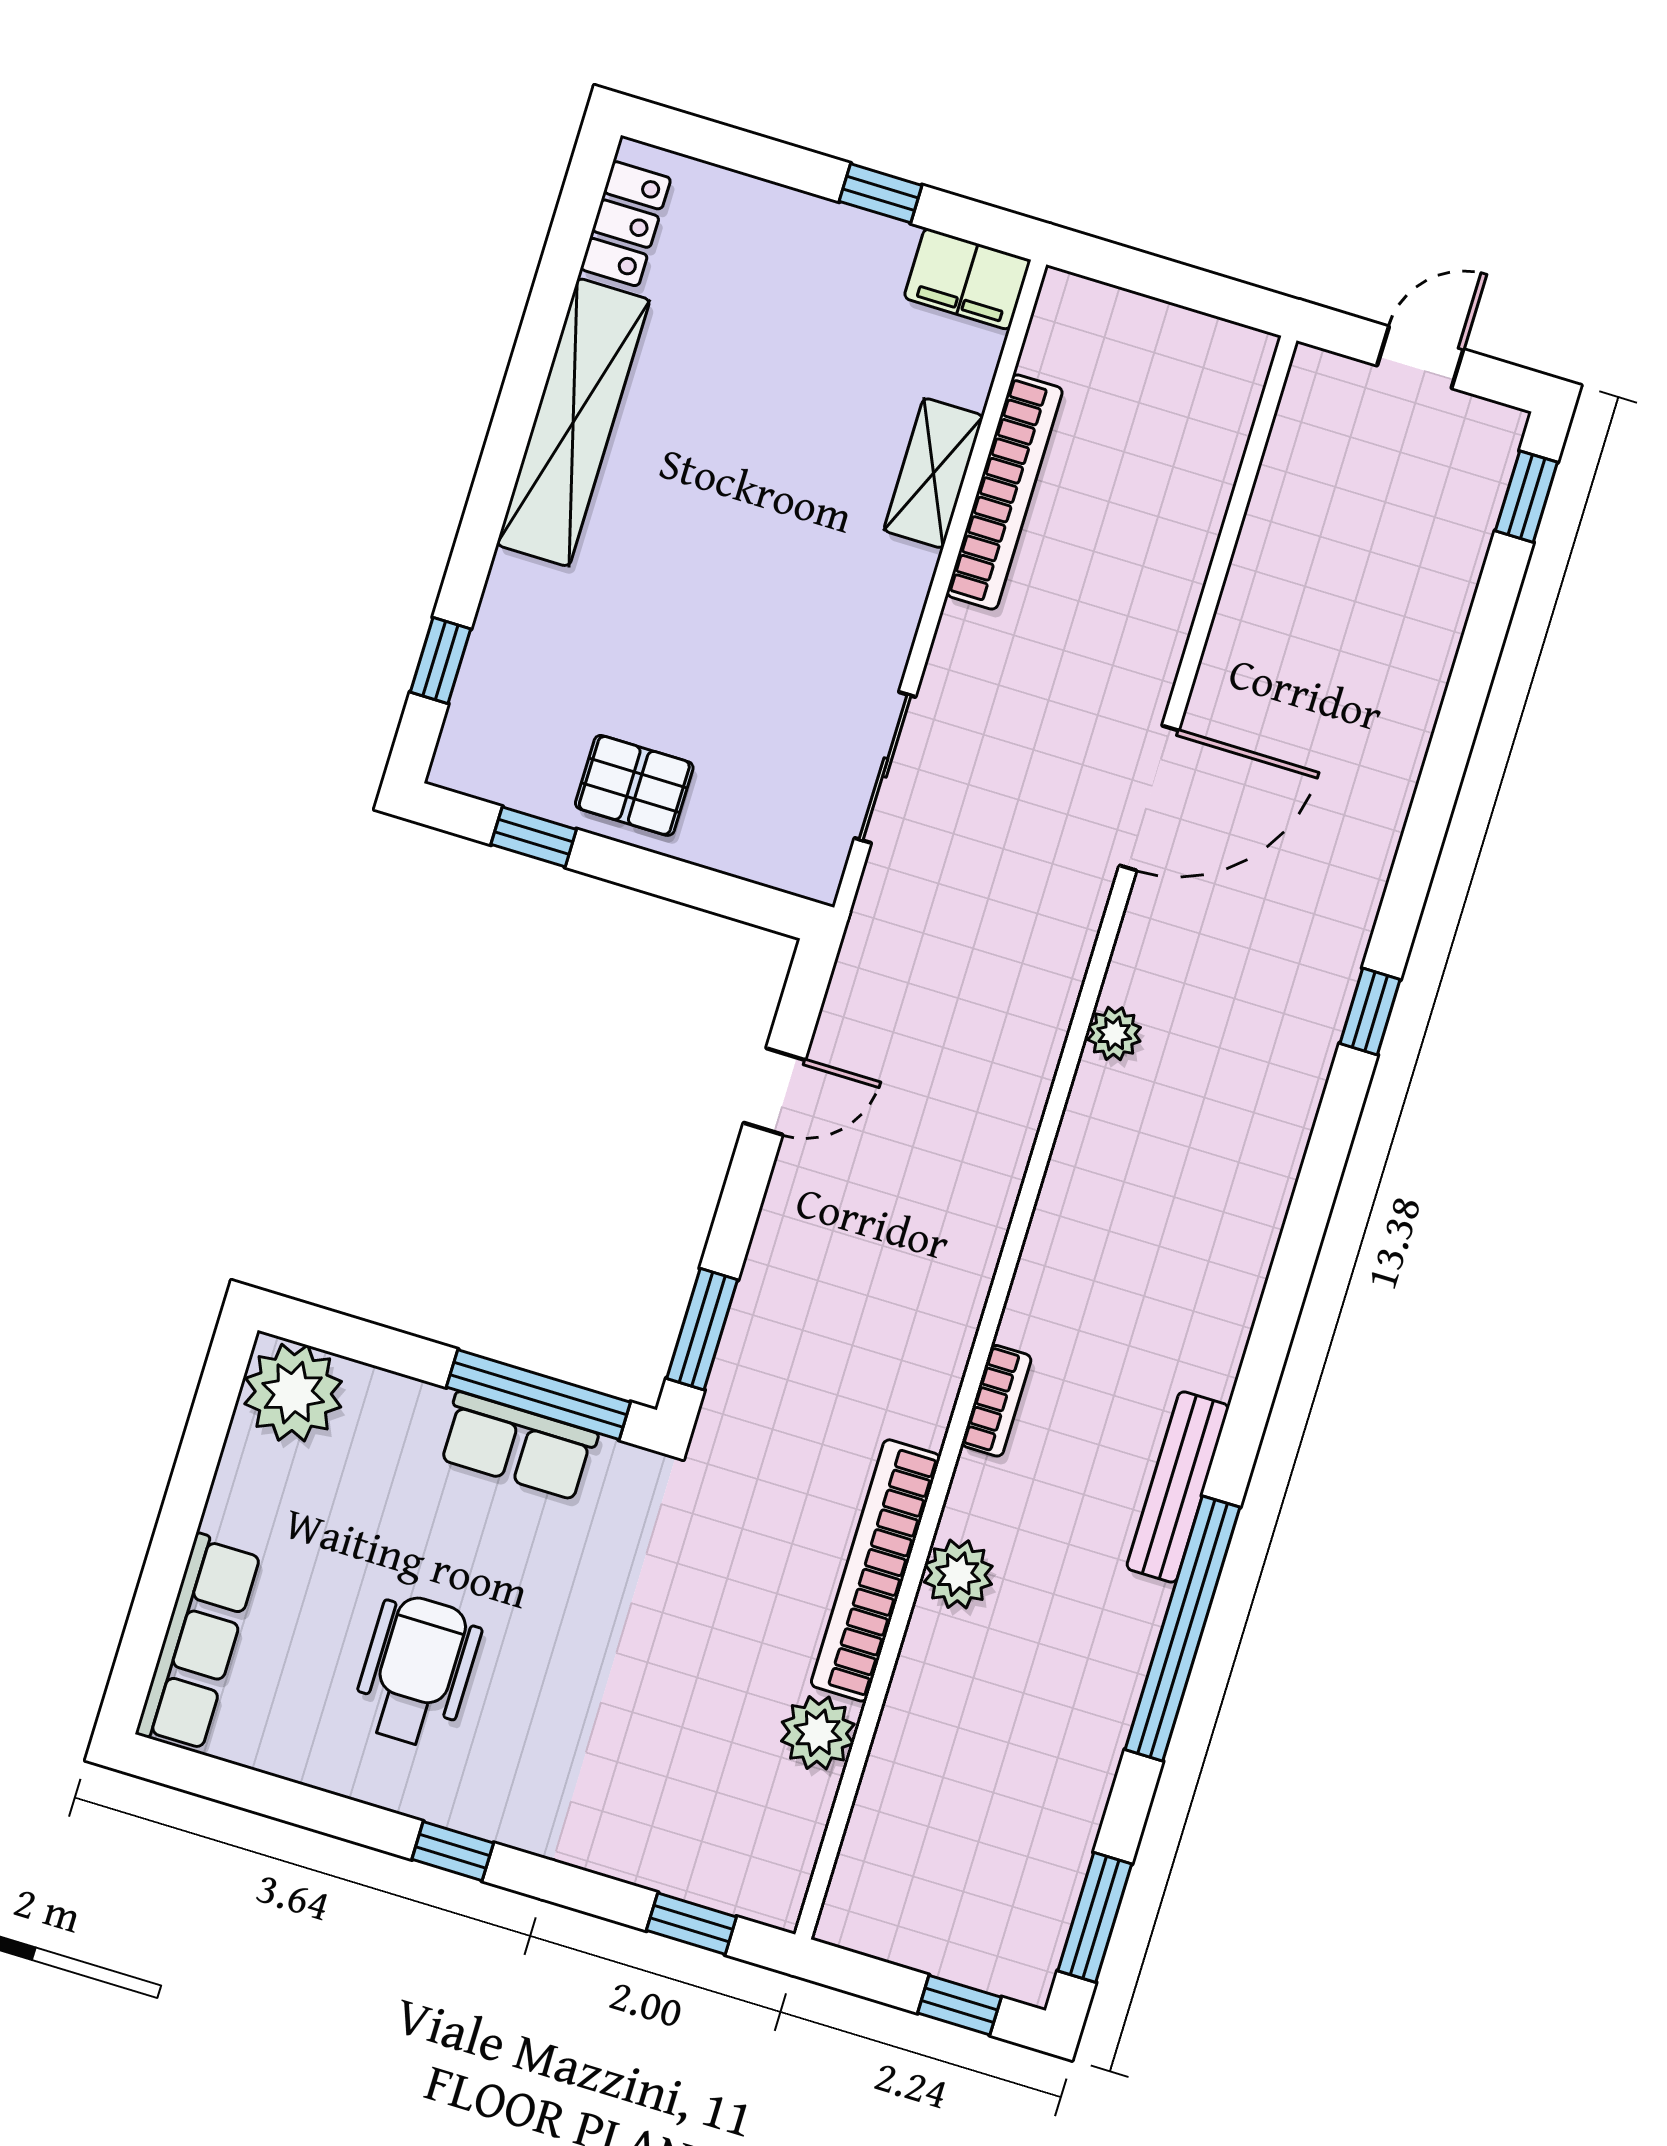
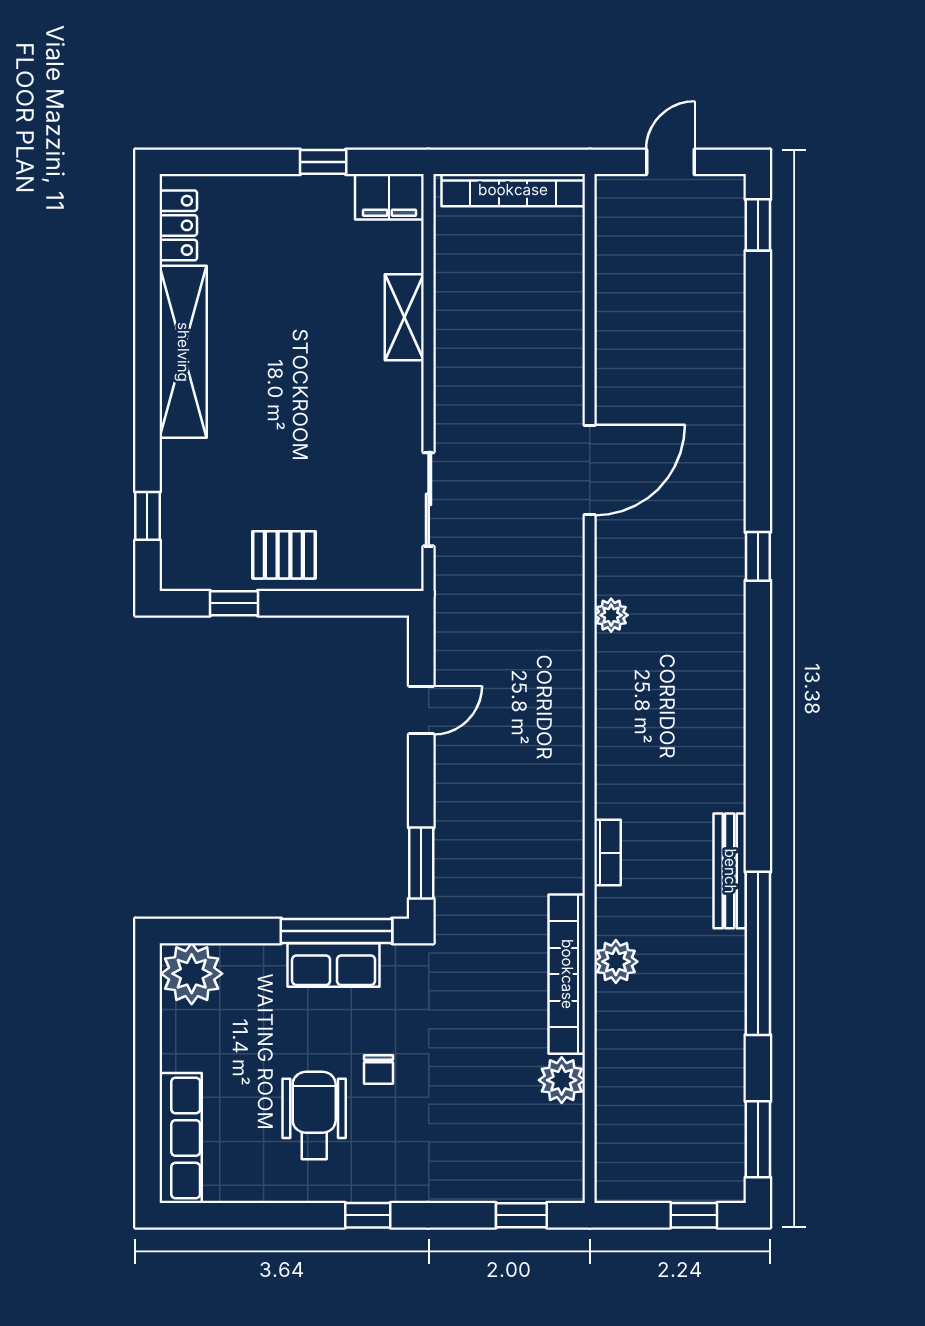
bookcase: (1005, 492) -> (513, 190), moved, turned 90
chair: (538, 1630) -> (379, 1070), added

